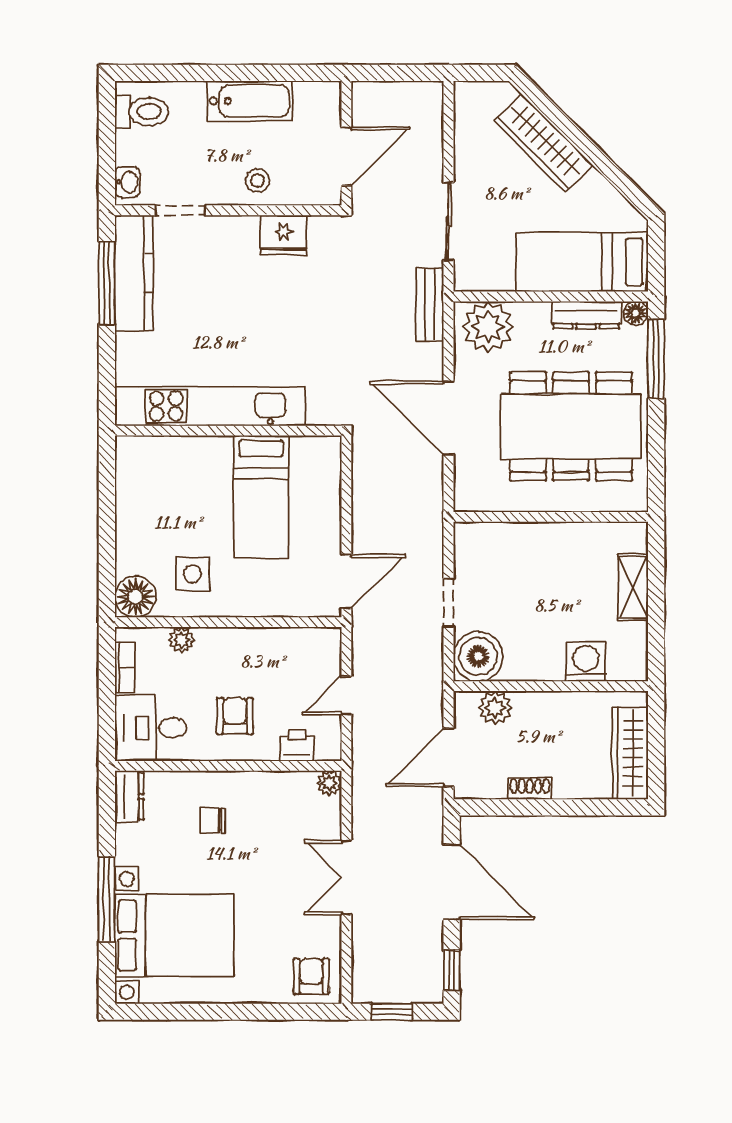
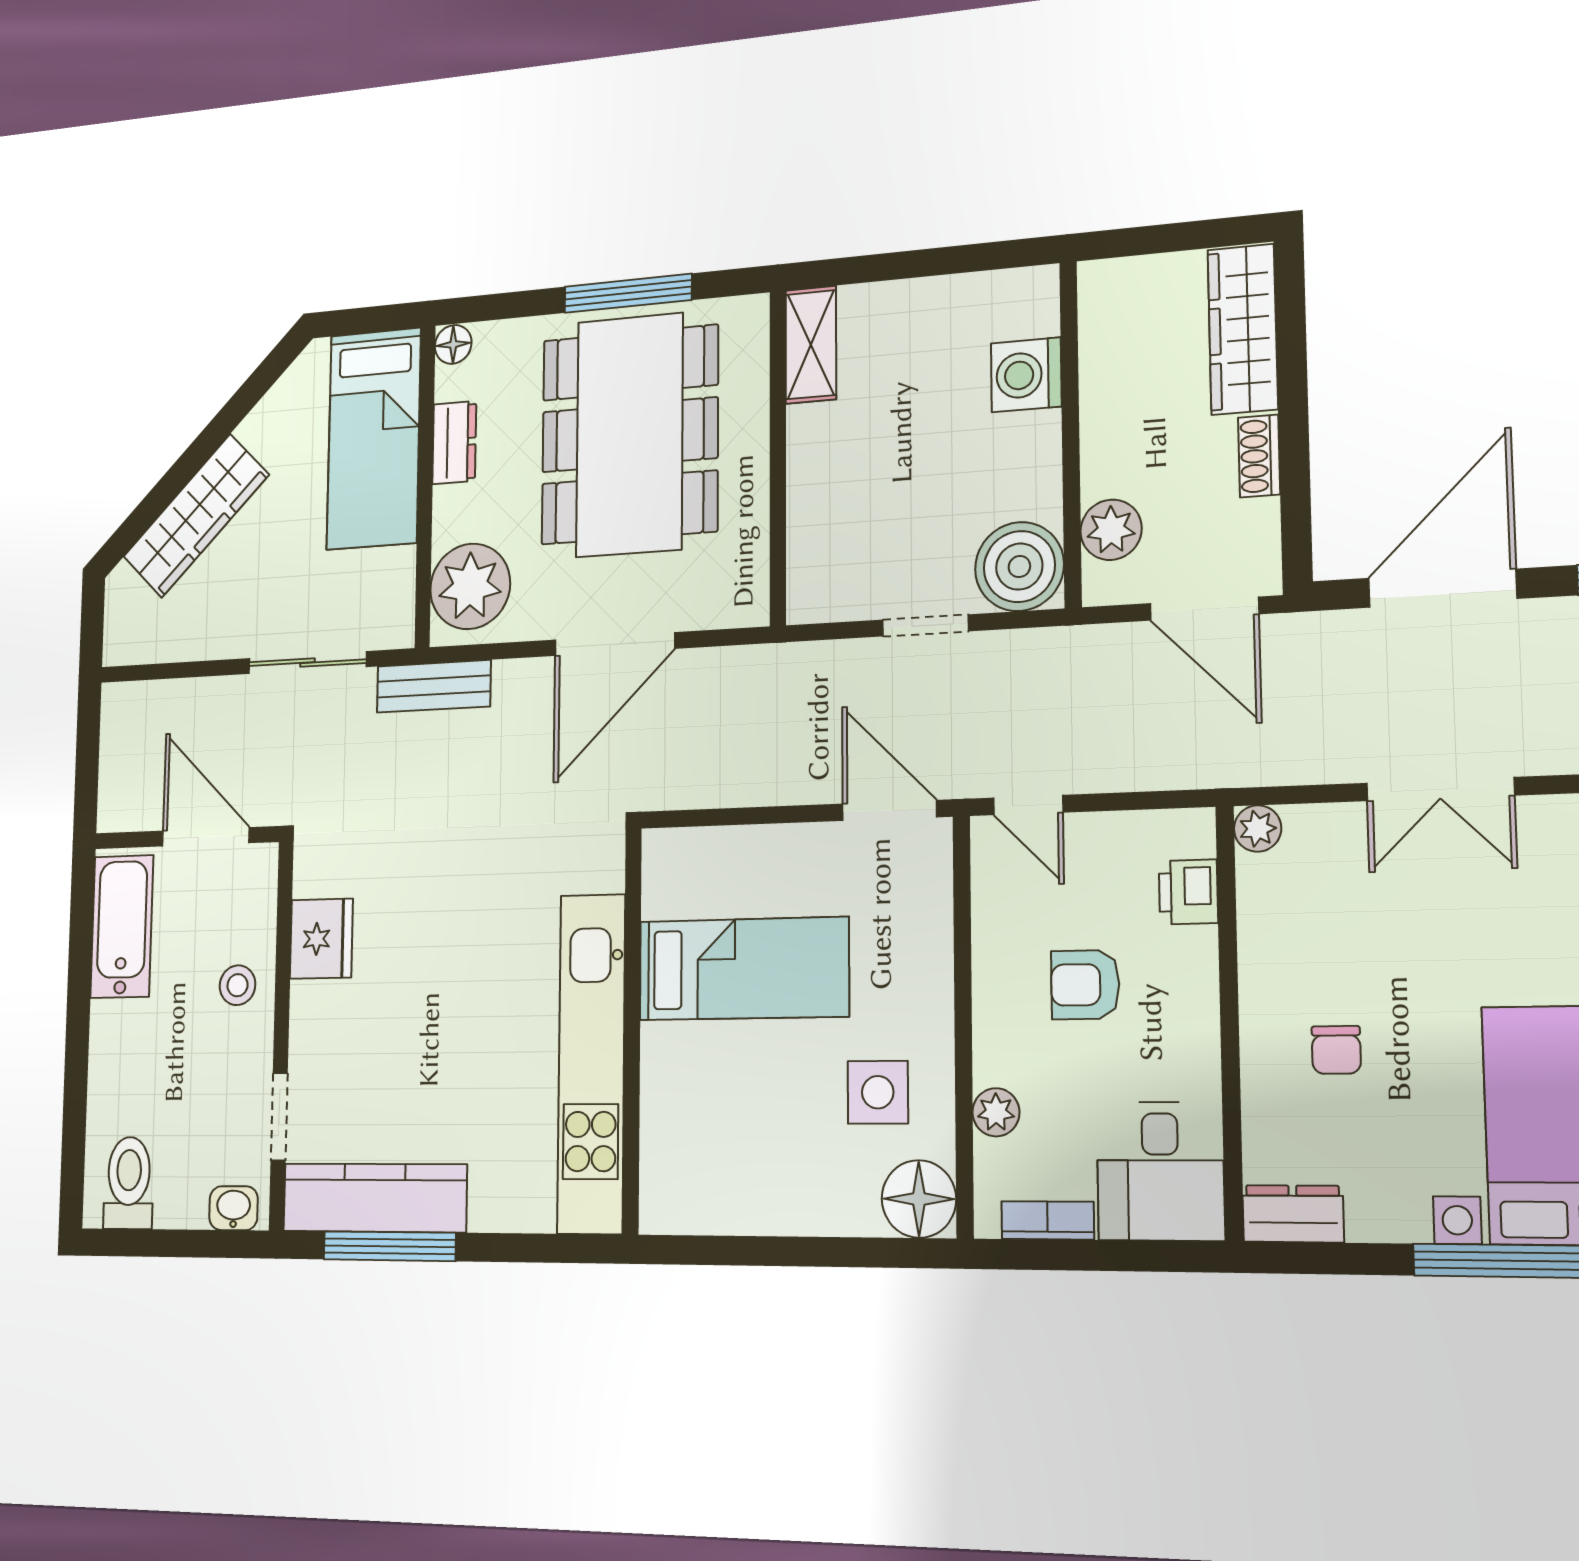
bathtub: (250, 101) -> (122, 926), moved
dresser: (586, 315) -> (454, 443), width x0.70
window: (656, 359) -> (628, 293), moved
shelving: (633, 587) -> (811, 345), moved, turned 90
door: (346, 695) -> (1028, 805), moved
armchair: (235, 716) -> (1085, 985), moved
wardrobe: (630, 753) -> (1243, 329), moved, turned 90

